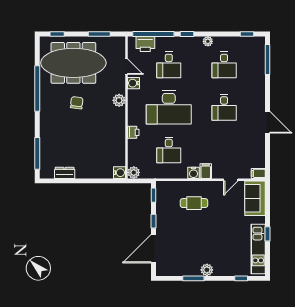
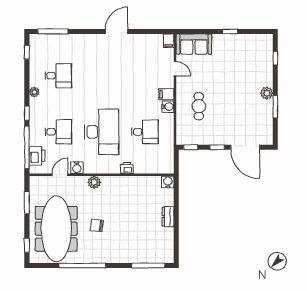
desk: (224, 107) -> (102, 76), removed
plant: (134, 172) -> (168, 167), removed
dresser: (65, 173) -> (168, 217), moved
kitchen unit: (258, 249) -> (245, 41), removed

